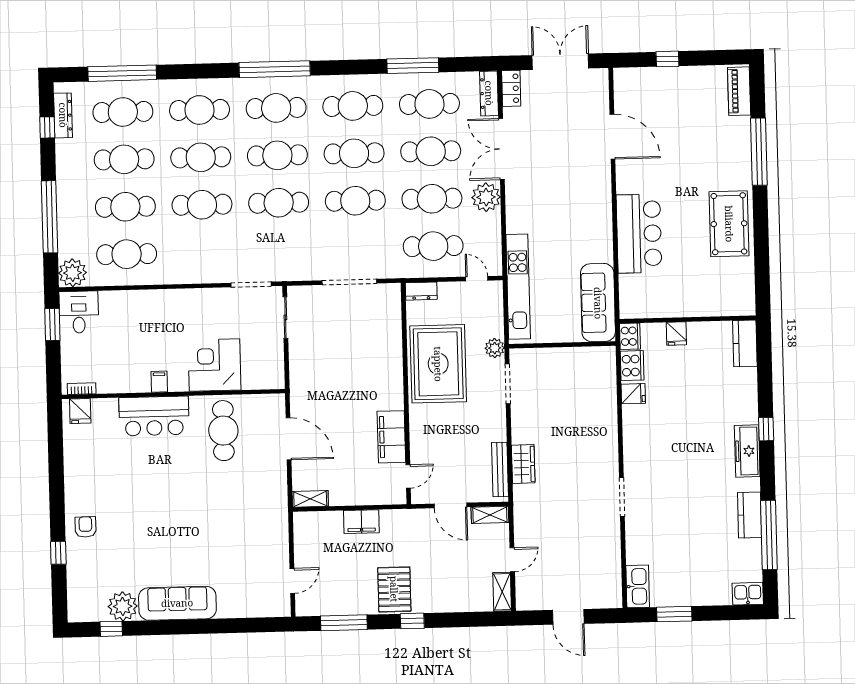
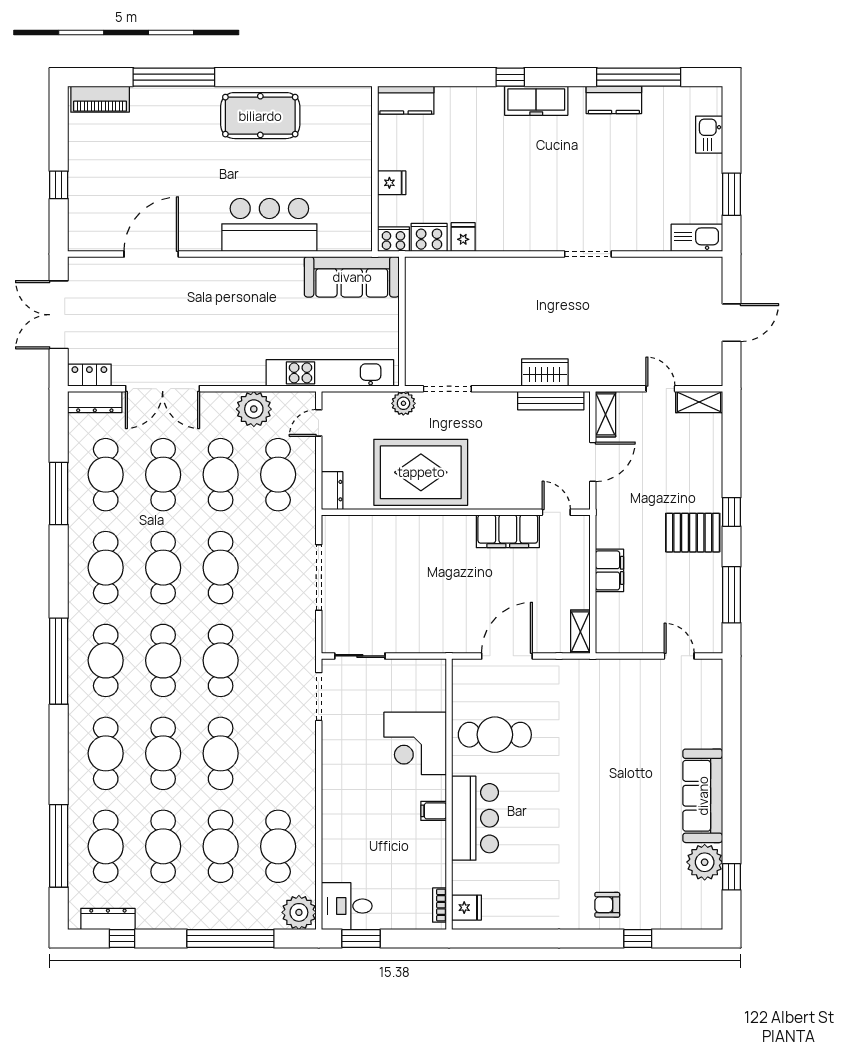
plant: (486, 197) -> (254, 409), moved
kitchen sink: (748, 594) -> (709, 135), moved

